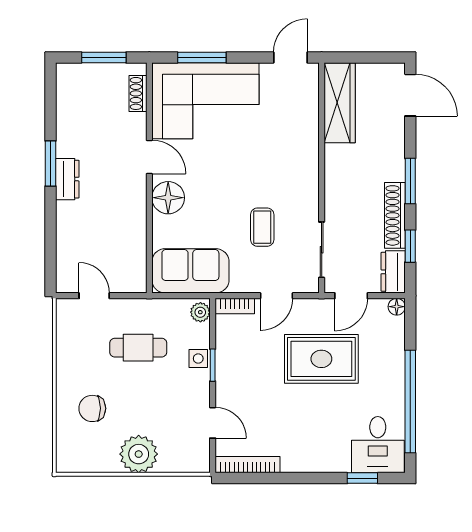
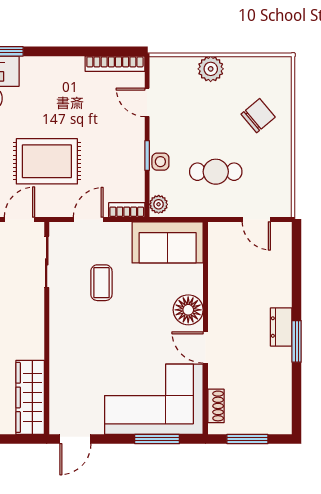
chair: (92, 408) -> (258, 116), turned -40
plant: (139, 454) -> (211, 69), width x0.73, depth x0.73

